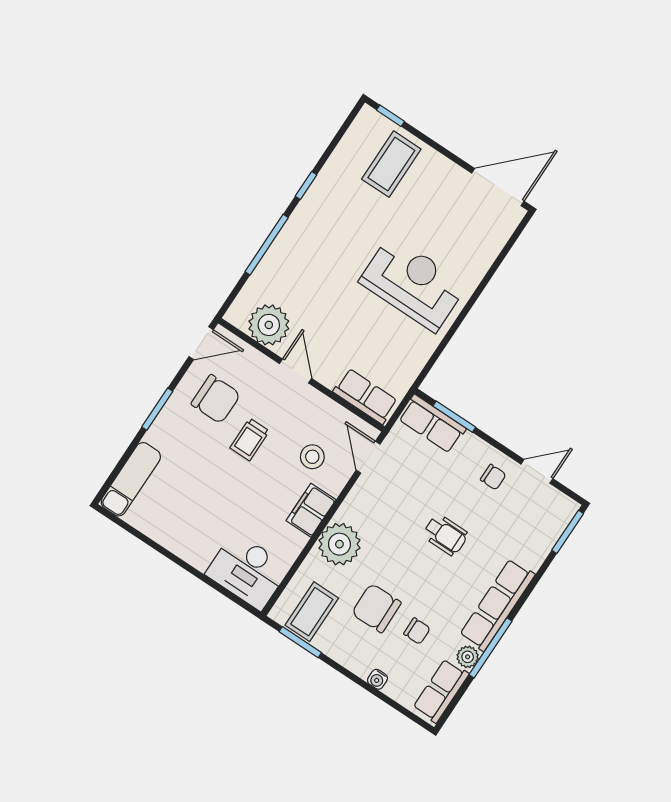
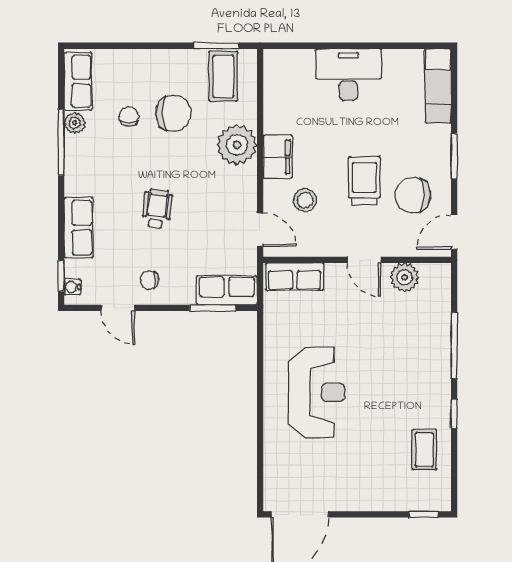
coffee table: (391, 164) -> (424, 450), moved, width x0.73, depth x0.77
reception desk: (413, 283) -> (317, 392), turned -90
plant: (269, 325) -> (405, 277), width x0.73, depth x0.73
trolley: (250, 439) -> (364, 181), width x1.36, depth x1.39
door: (537, 471) -> (118, 308), hinge flipped
window: (568, 532) -> (61, 276), width x0.67
wheelchair: (445, 535) -> (157, 209), turned 97
desk: (248, 571) -> (348, 75), moved
row of seats: (497, 605) -> (79, 228), moved, width x0.68
chair: (417, 631) -> (129, 117), turned 90
water cooler: (377, 679) -> (72, 287), moved, turned -90

